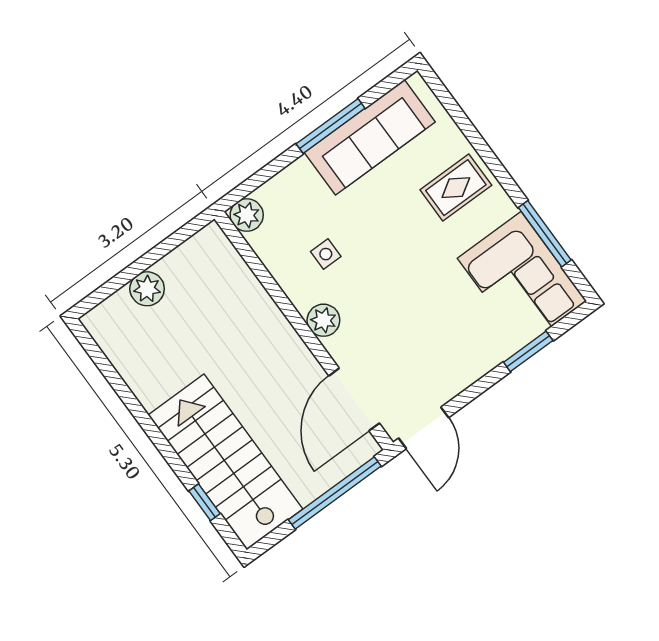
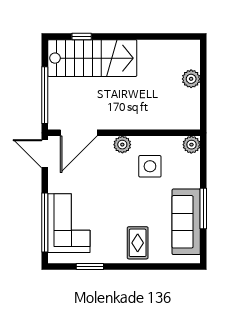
window: (545, 234) -> (90, 266), width x0.69
side table: (326, 254) -> (150, 166), width x1.87, depth x1.87
corner sofa: (522, 280) -> (69, 223), moved, turned 90
window: (528, 351) -> (45, 222), width x2.11
door: (354, 399) -> (79, 133), swing flipped

